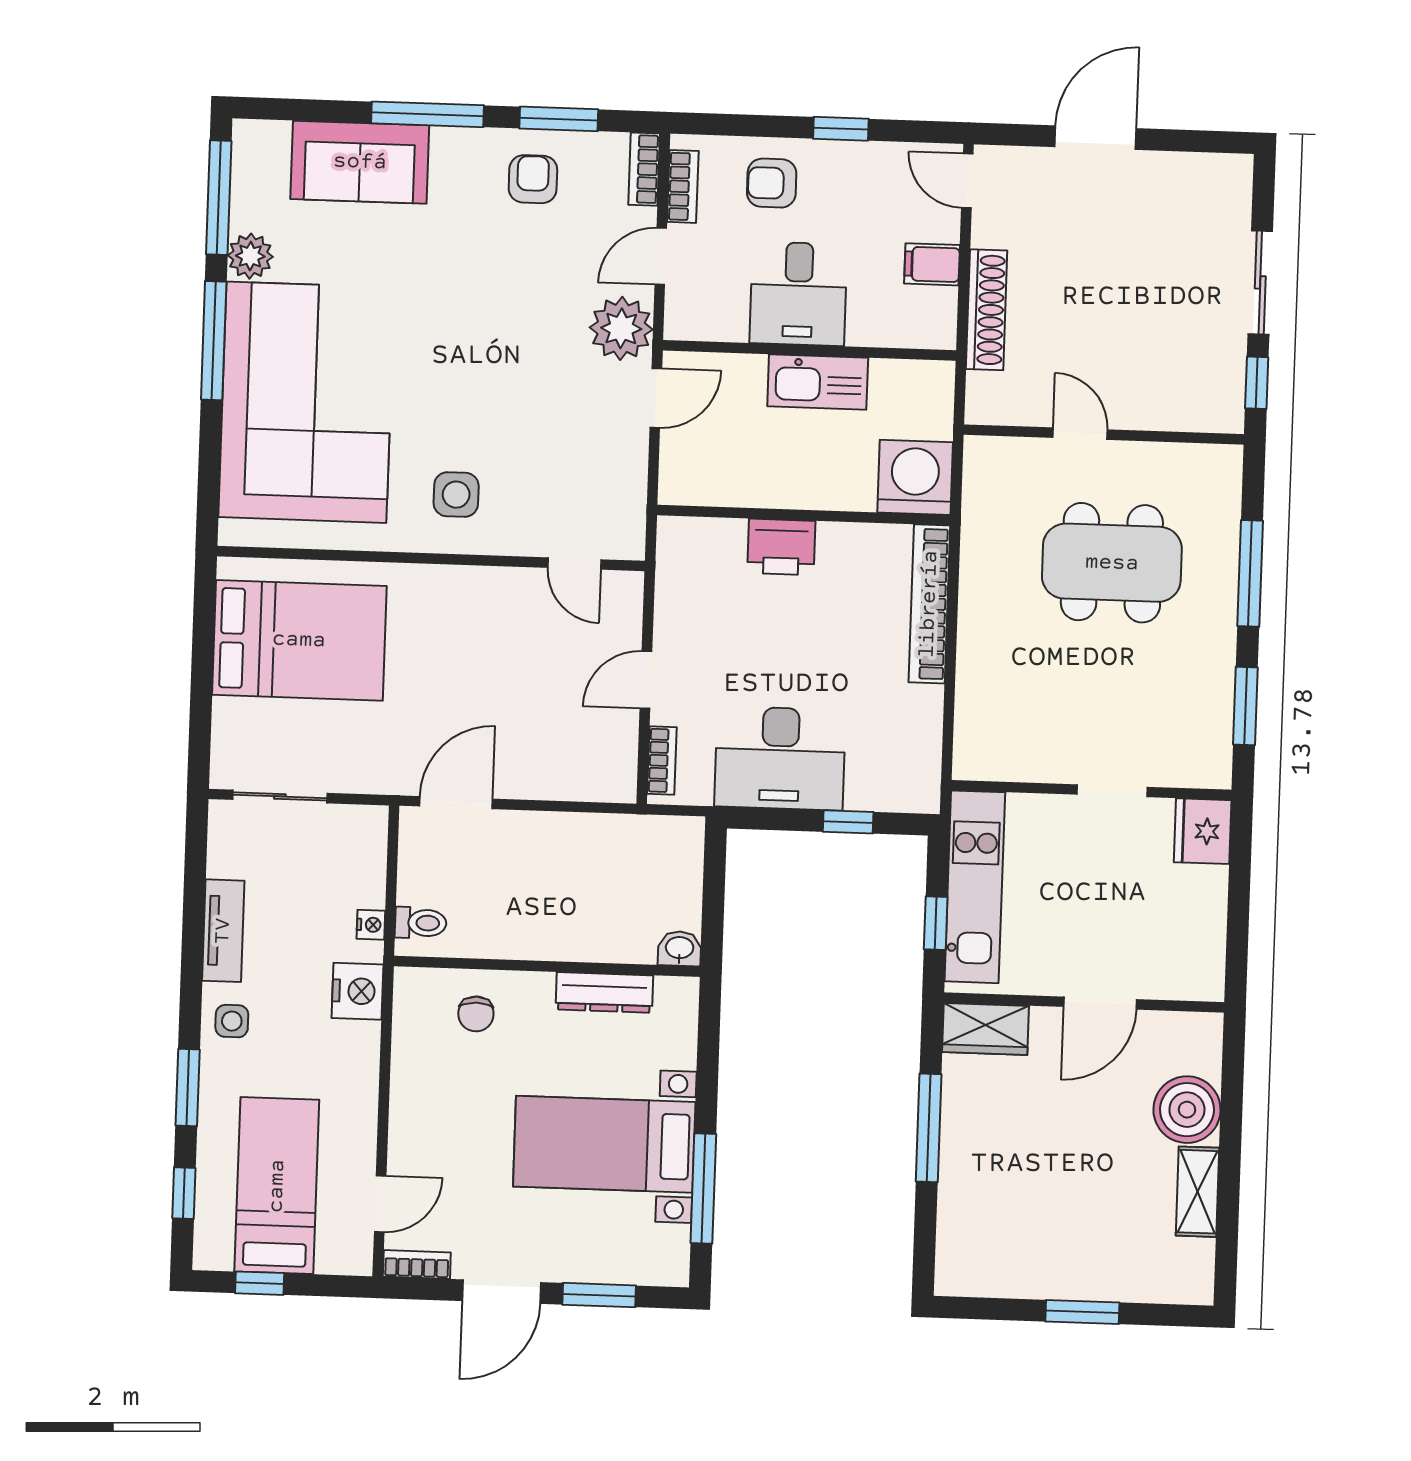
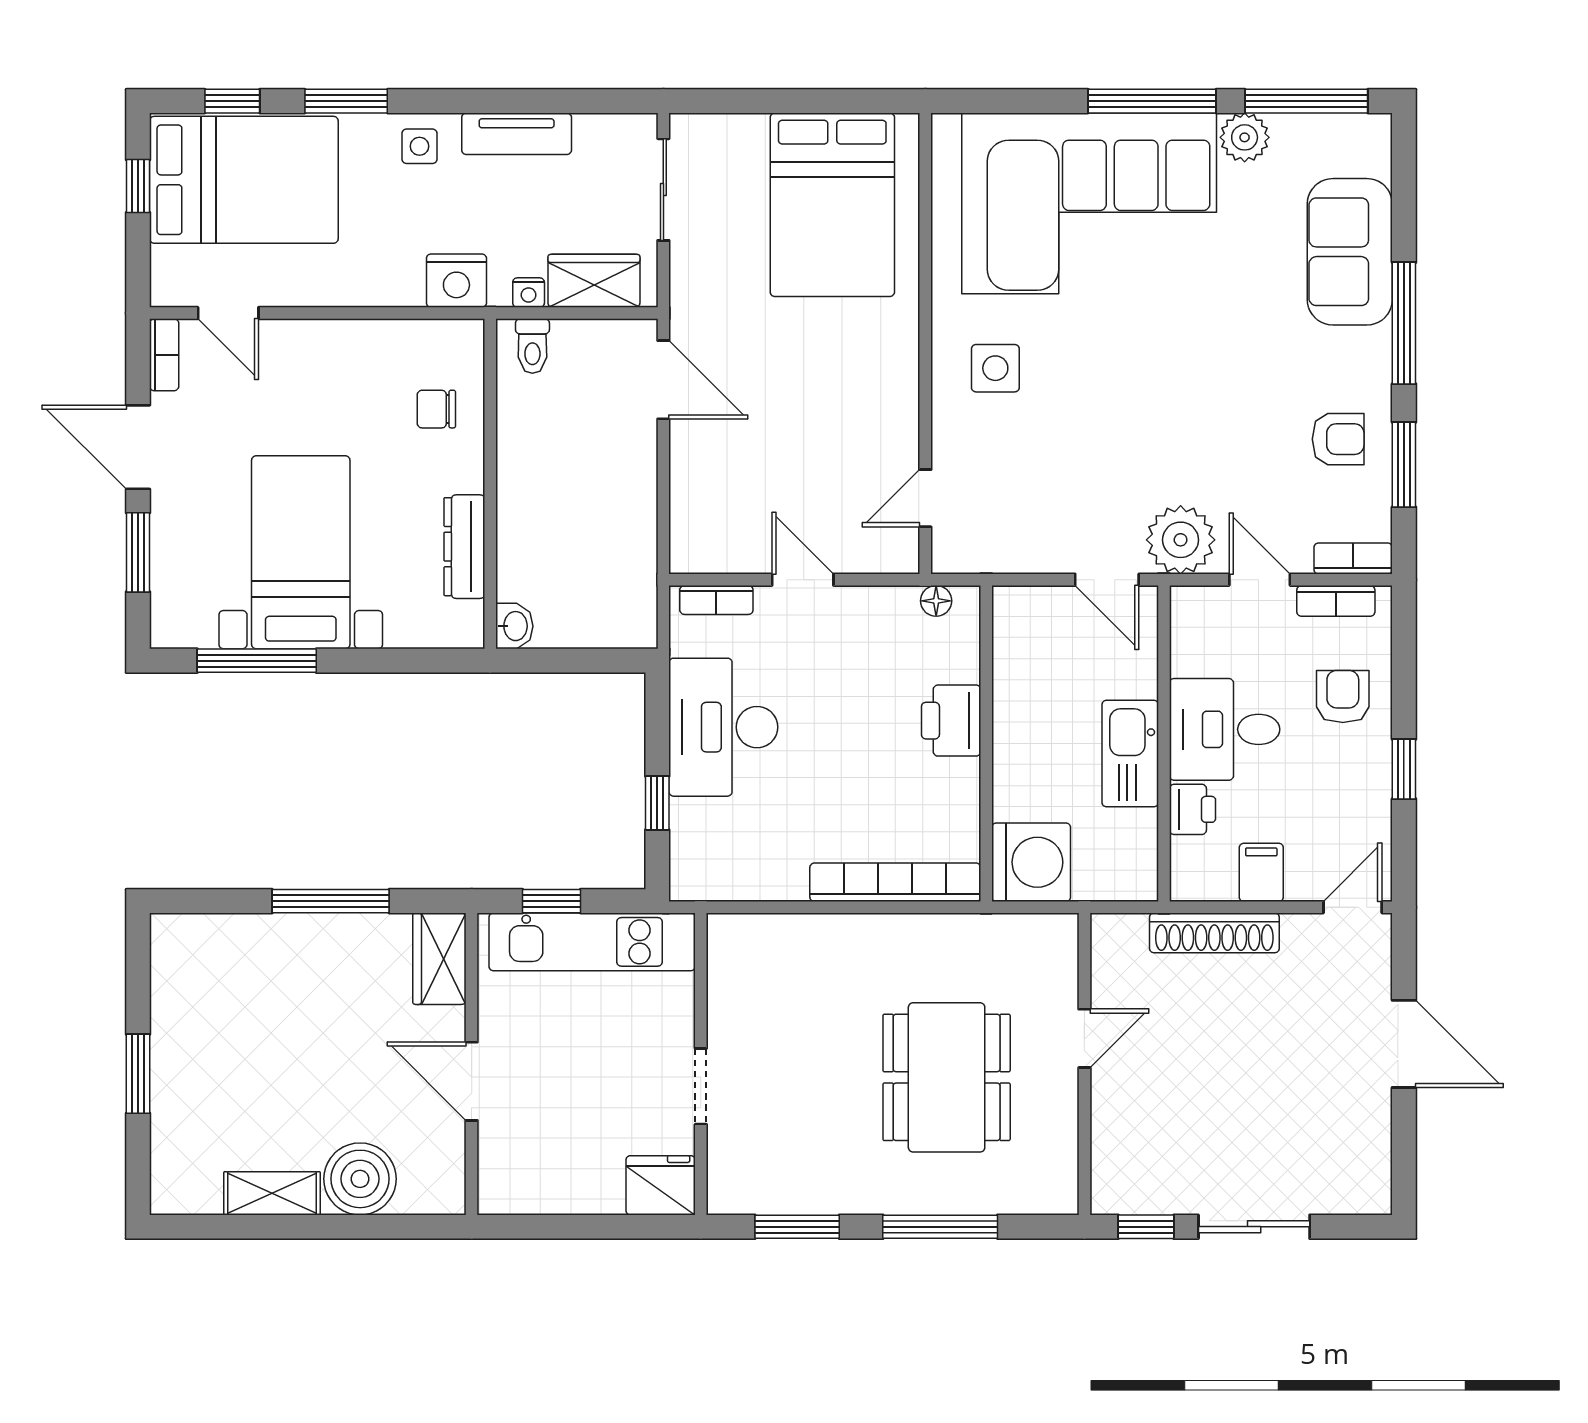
printer: (871, 326) -> (1193, 809), added
floor lamp: (670, 557) -> (936, 601), added
wardrobe: (362, 864) -> (594, 281), added
bed: (277, 1186) -> (244, 180), width x1.50

